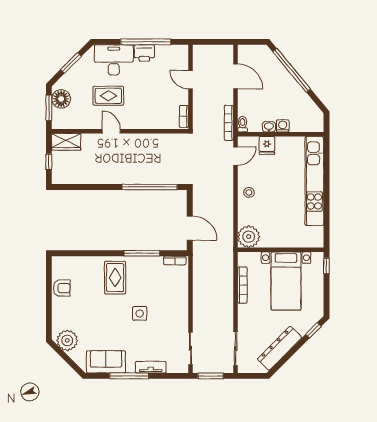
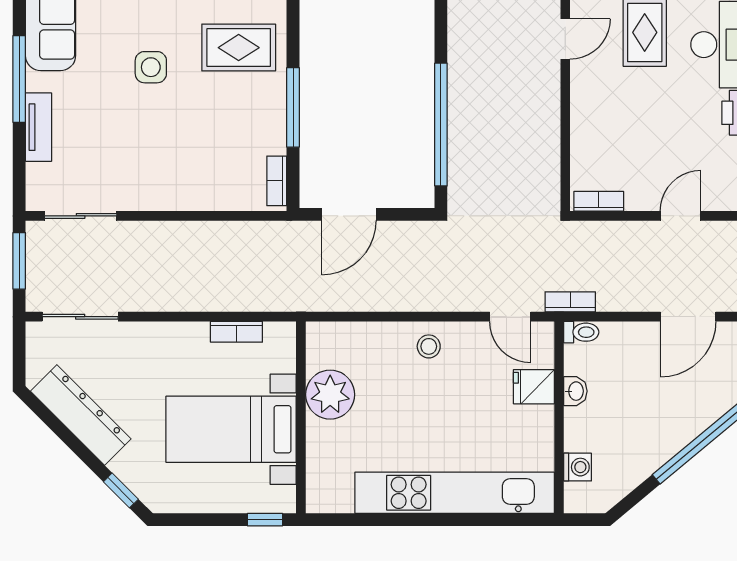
bookcase: (229, 123) -> (570, 302), width x0.64
washing machine: (283, 126) -> (578, 467), moved
plant: (249, 237) -> (330, 395), moved
bookcase: (242, 285) -> (236, 332), width x0.64
side table: (140, 313) -> (151, 67), moved

